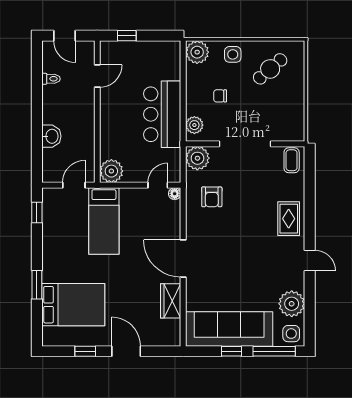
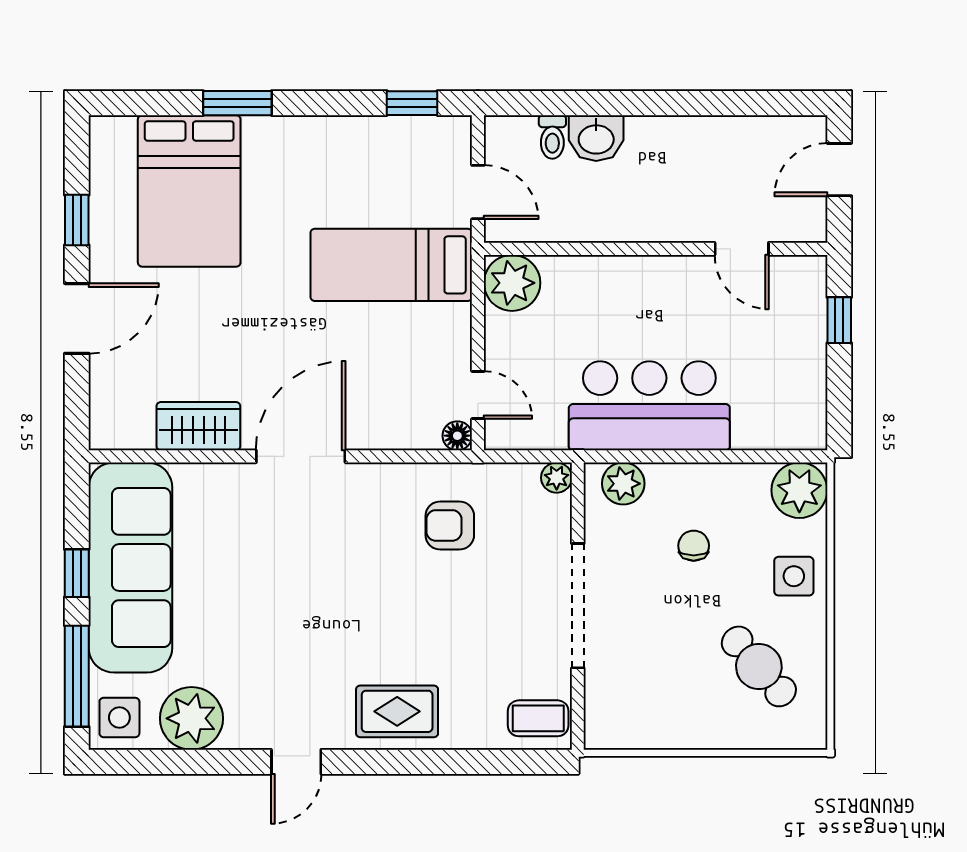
toilet: (51, 79) -> (552, 137), moved
plant: (197, 158) -> (557, 478), width x0.53, depth x0.53

